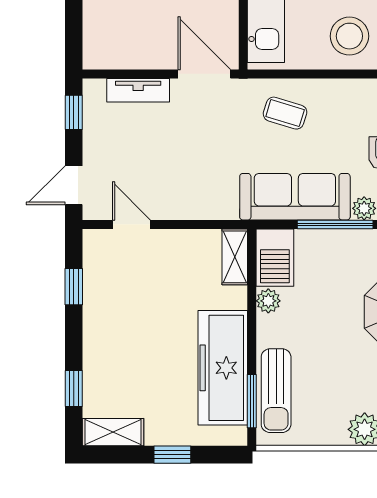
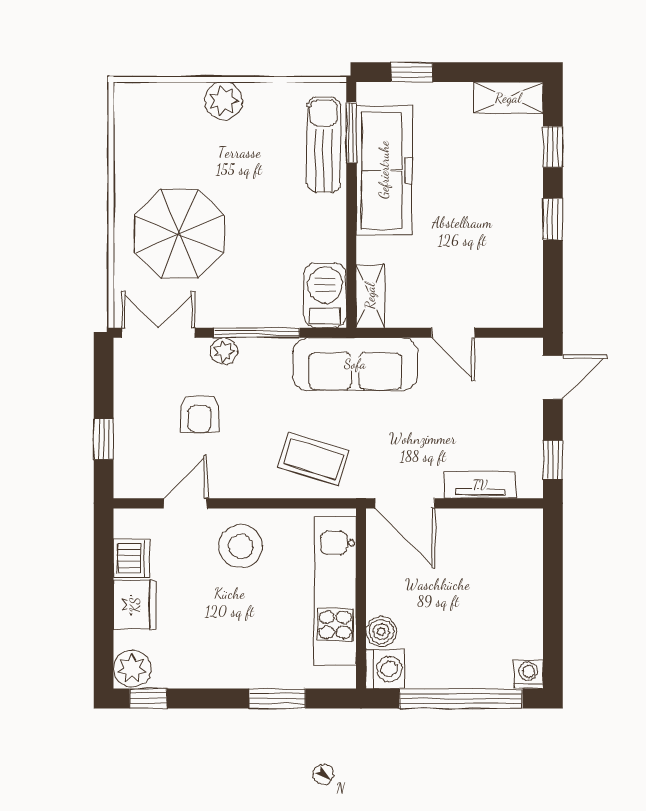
coffee table: (285, 113) -> (314, 459), width x1.36, depth x1.30
sofa: (295, 197) -> (355, 364), moved
door: (131, 224) -> (453, 333), moved
window: (74, 287) -> (553, 219), moved
plant: (268, 301) -> (332, 246), removed
window: (172, 455) -> (412, 72), moved

